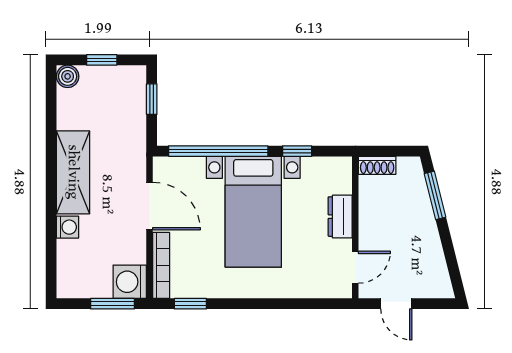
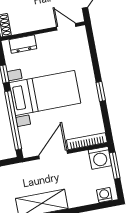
dresser: (340, 217) -> (23, 44), moved
washing machine: (67, 227) -> (104, 195), moved
window: (190, 304) -> (101, 91), moved

